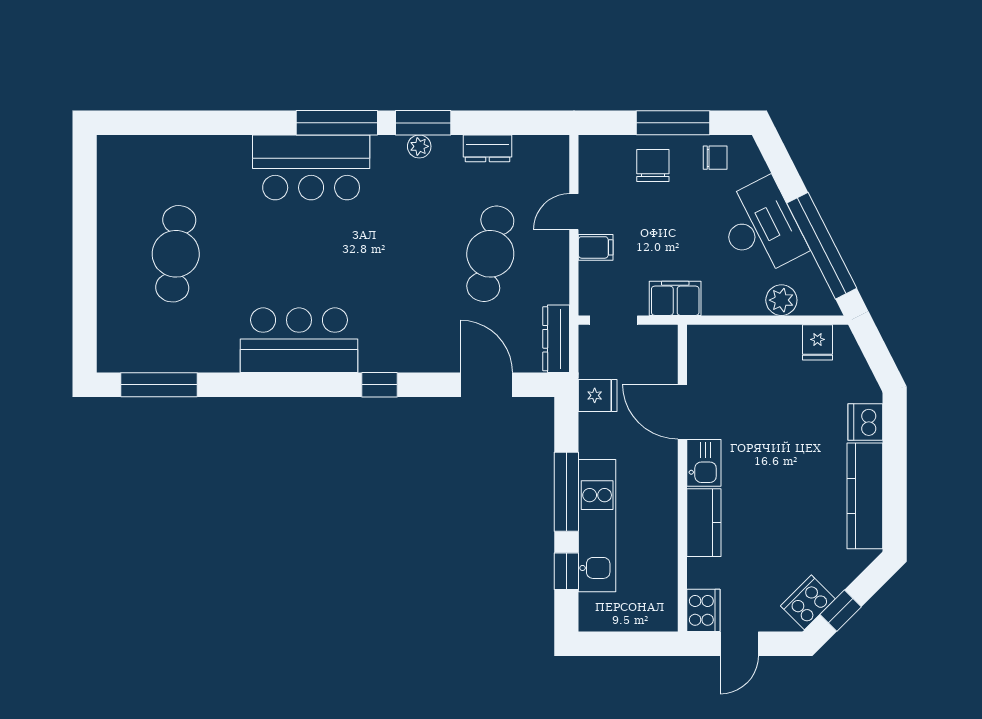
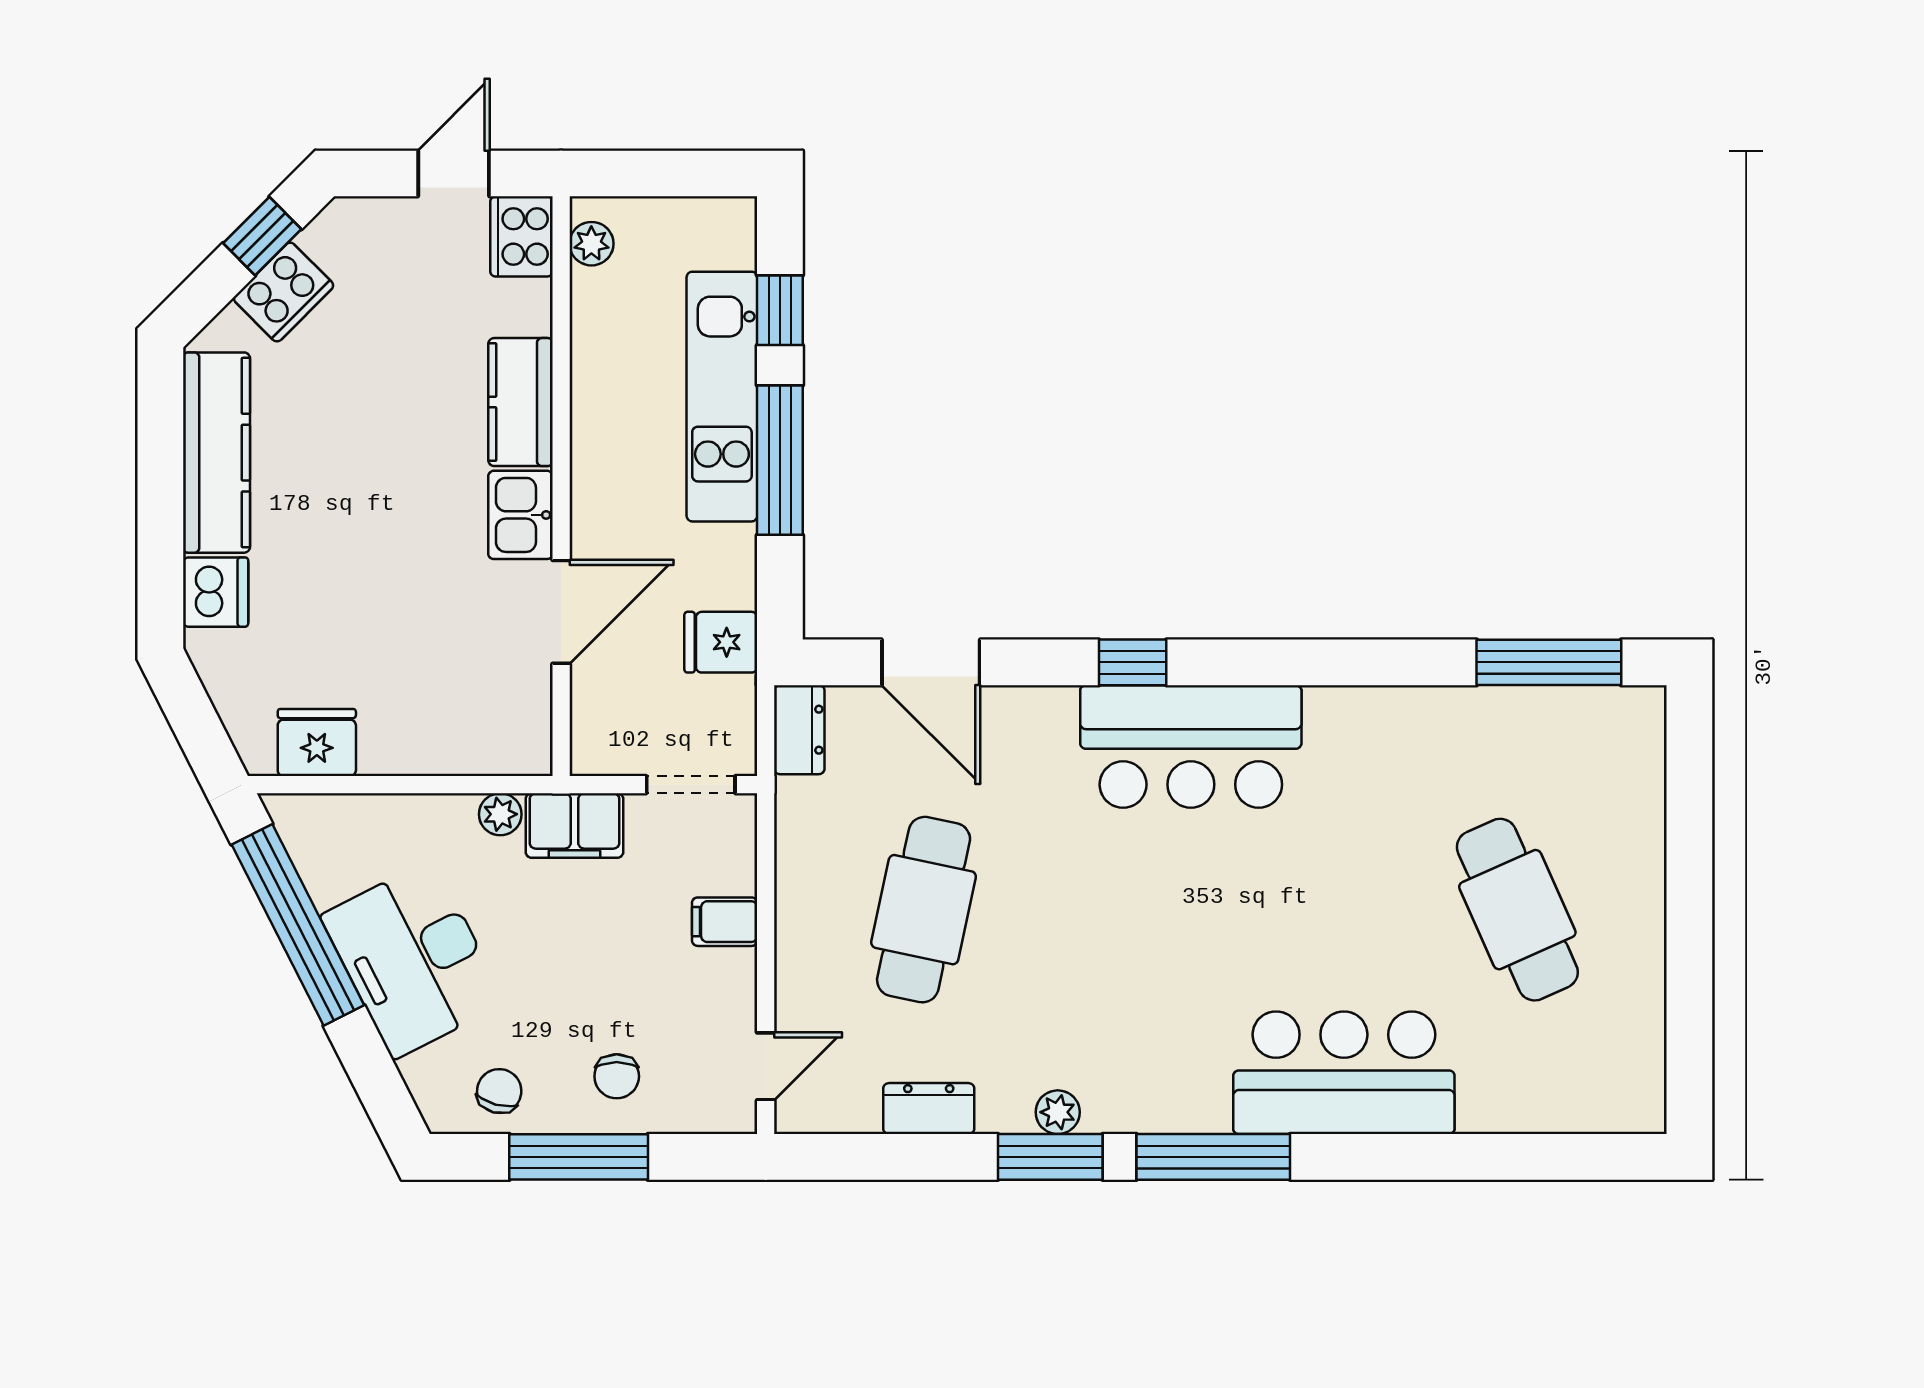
chair: (715, 158) -> (499, 1091), turned 105
chair: (653, 165) -> (617, 1076), width x0.73, depth x0.73
bar counter: (311, 167) -> (1344, 1073), moved
door: (574, 212) -> (766, 1066), moved
cafe table: (176, 254) -> (1517, 910), turned -30
plant: (781, 300) -> (500, 814), moved, width x0.73, depth x0.73
dresser: (556, 339) -> (799, 730), width x0.70
bar counter: (299, 340) -> (1191, 746), moved
fridge: (817, 342) -> (317, 742), width x1.38
door: (682, 412) -> (561, 612), hinge flipped
cooker: (808, 602) -> (284, 292), moved
plant: (666, 607) -> (591, 244), added

